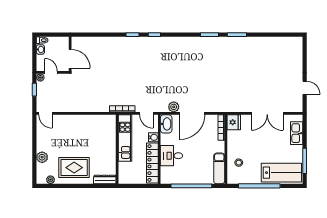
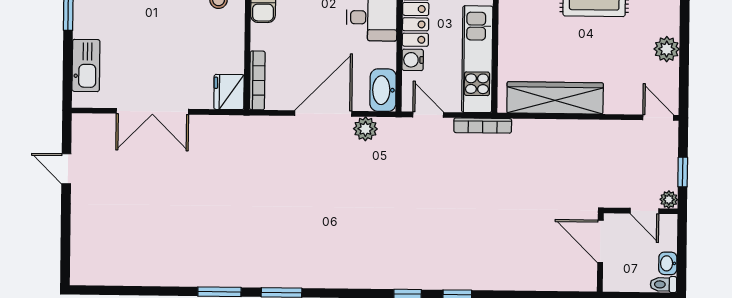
double door: (267, 113) -> (152, 111), swing flipped
wardrobe: (91, 121) -> (555, 98), added
plant: (42, 157) -> (667, 49), moved

